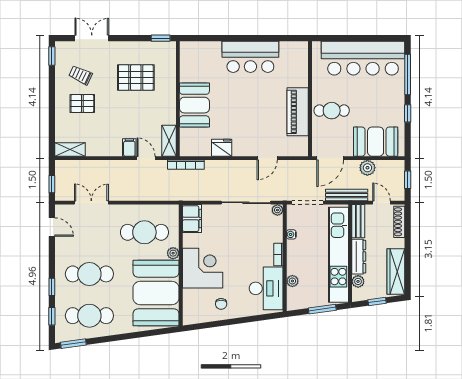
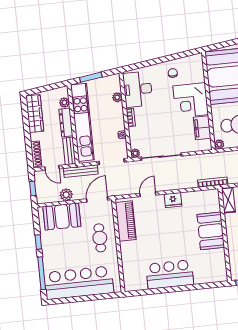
cafe table: (332, 111) -> (100, 238), turned 90
piano: (298, 112) -> (126, 221), moved
fridge: (222, 148) -> (173, 200), moved
filing cabinet: (192, 219) -> (202, 128), moved
plant: (173, 253) -> (219, 144), moved
window: (377, 302) -> (47, 88), removed

